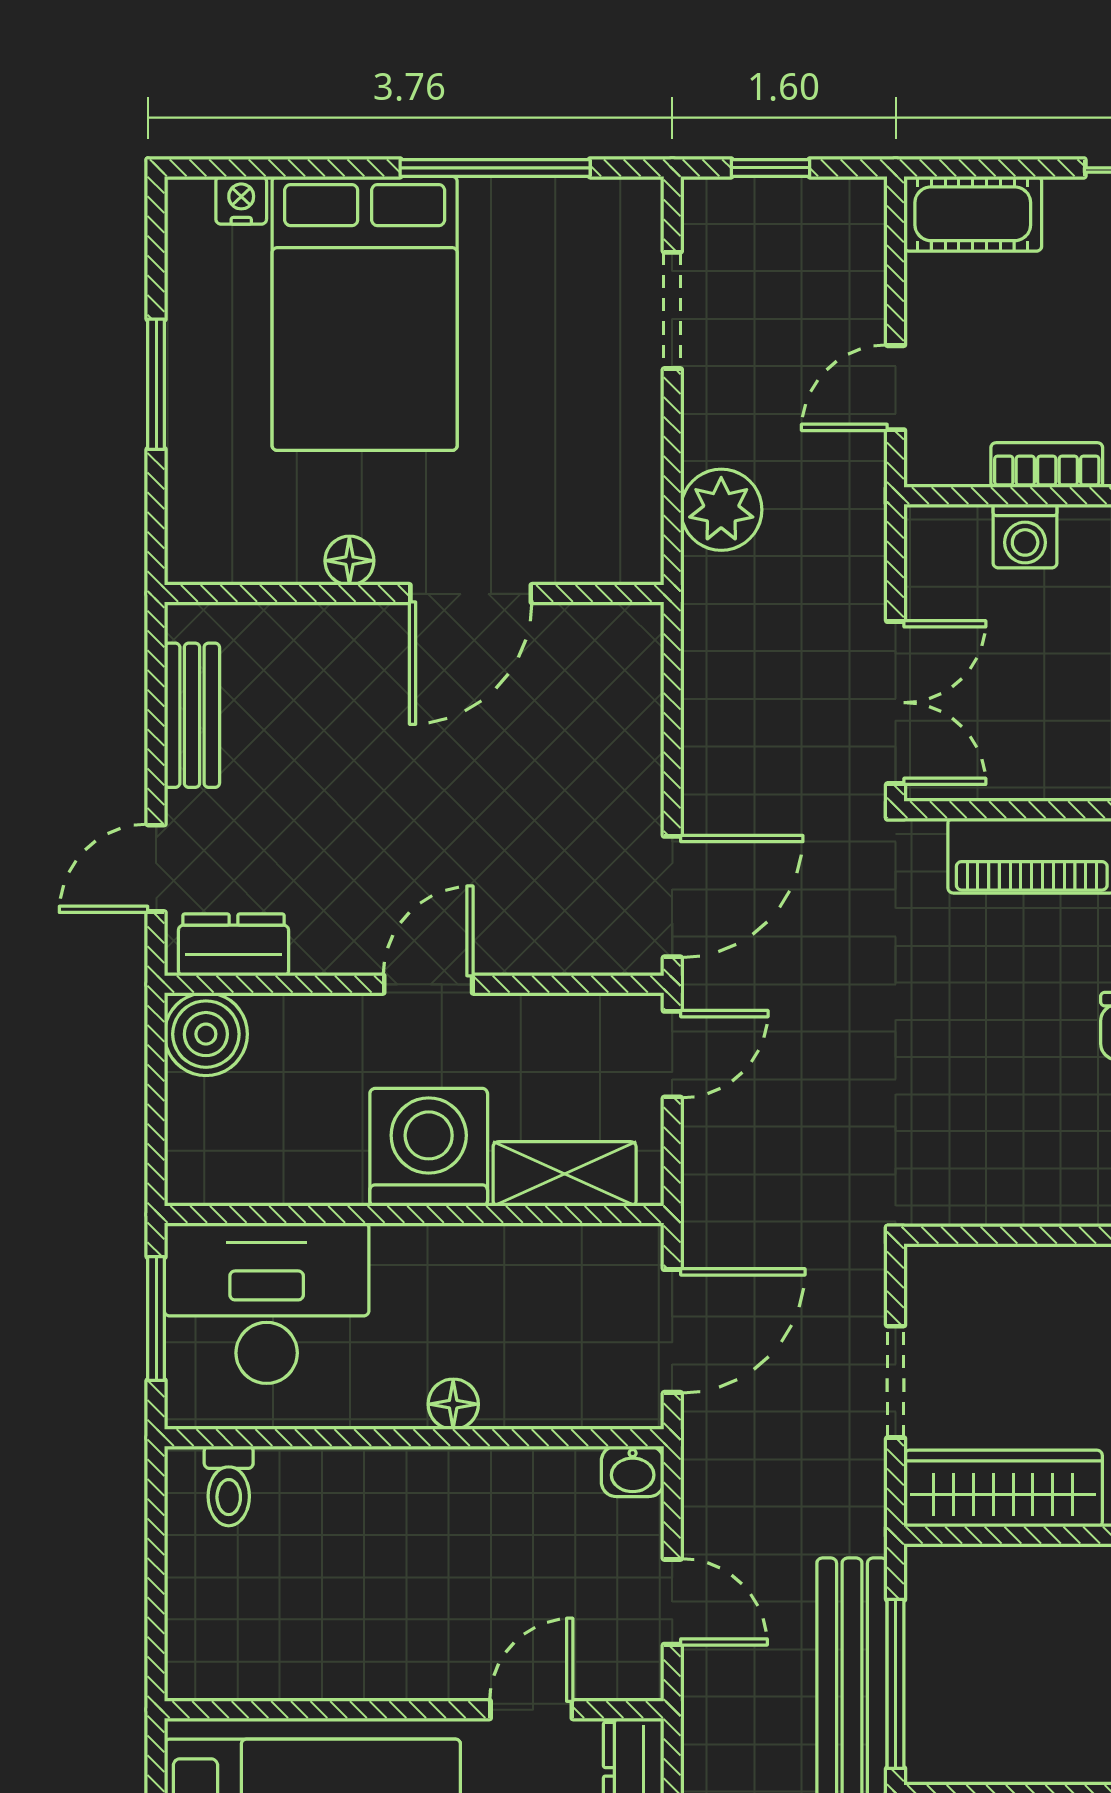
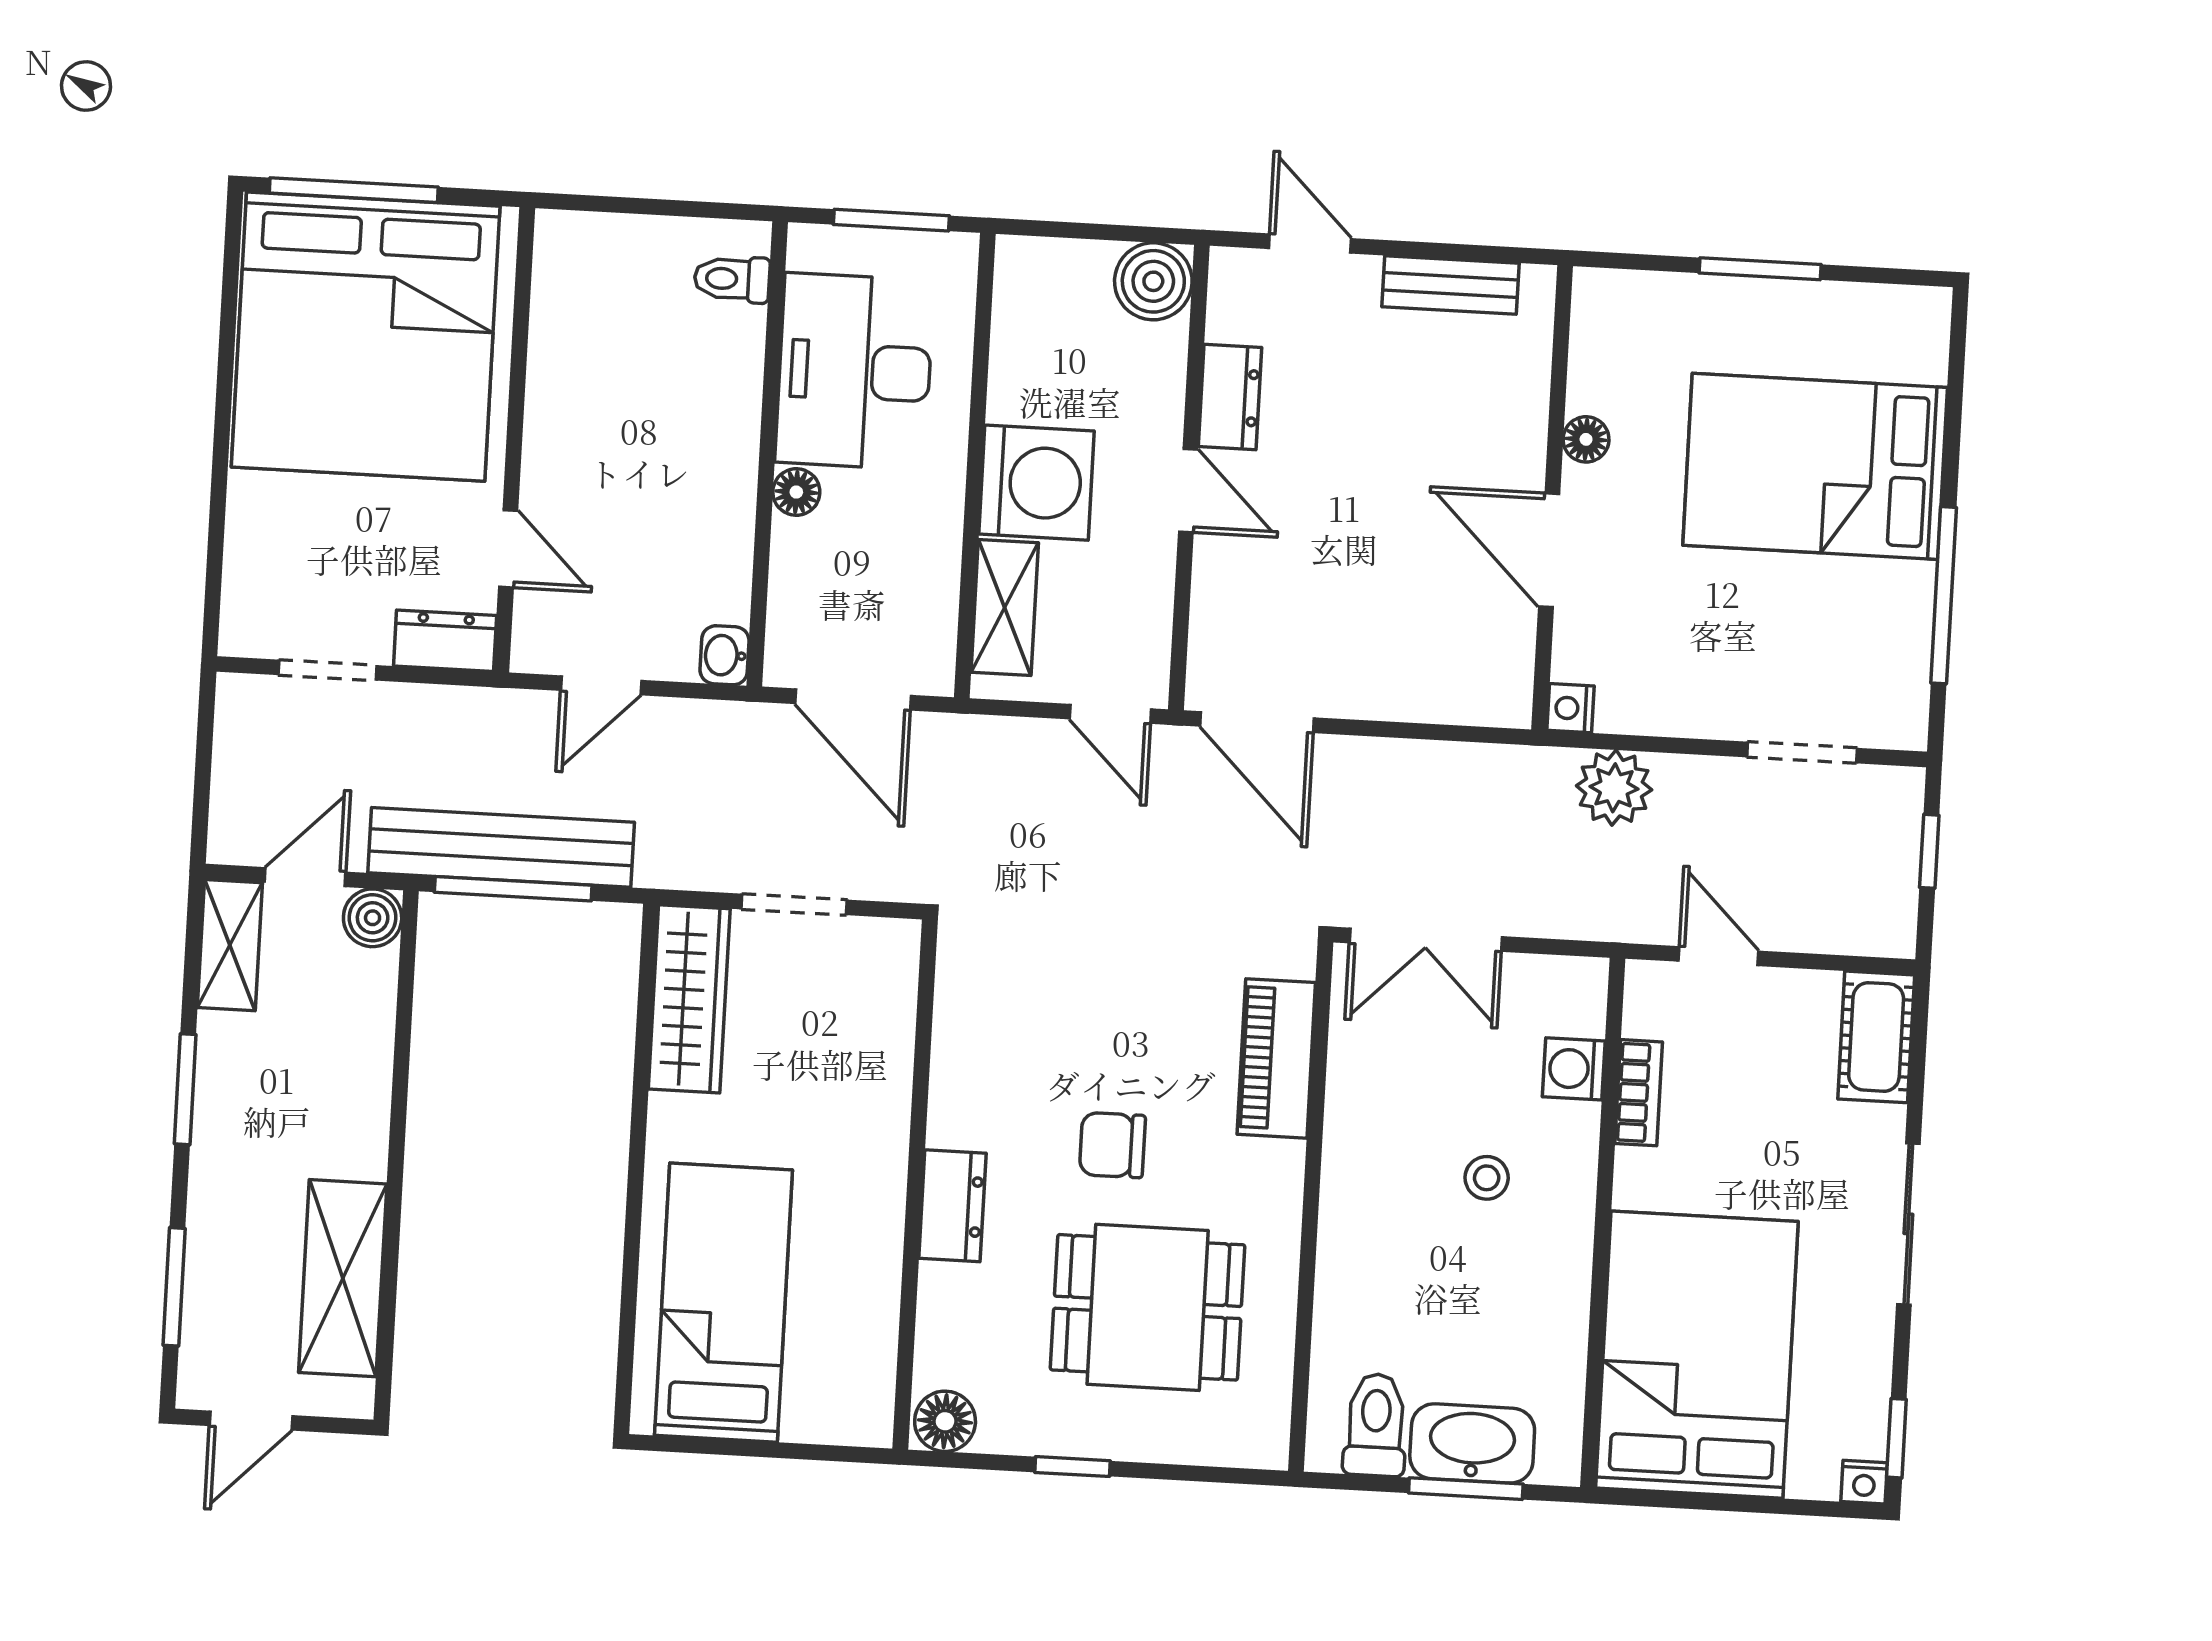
nightstand: (241, 200) -> (1570, 708), moved, turned 180
dresser: (233, 945) -> (1230, 397), moved
desk: (267, 1303) -> (855, 371), moved, turned 180

